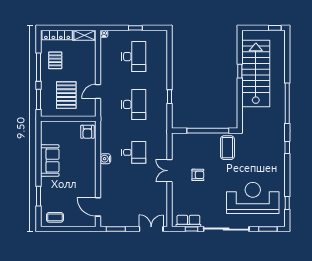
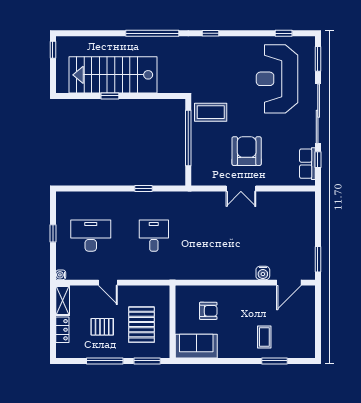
locker: (57, 35) -> (62, 330), width x0.66
pallet: (55, 60) -> (102, 327), moved
door: (98, 91) -> (108, 283), moved
pallet: (66, 95) -> (141, 325), turned 90
desk: (134, 104) -> (154, 236), width x0.73
armchair: (87, 132) -> (208, 311), moved
desk: (134, 152) -> (217, 236), removed
water cooler: (105, 159) -> (263, 273), moved
sofa: (50, 160) -> (196, 346), moved
armchair: (198, 175) -> (247, 151), width x1.88, depth x1.88
coffee table: (55, 217) -> (264, 337), moved
double door: (151, 229) -> (318, 213), removed

